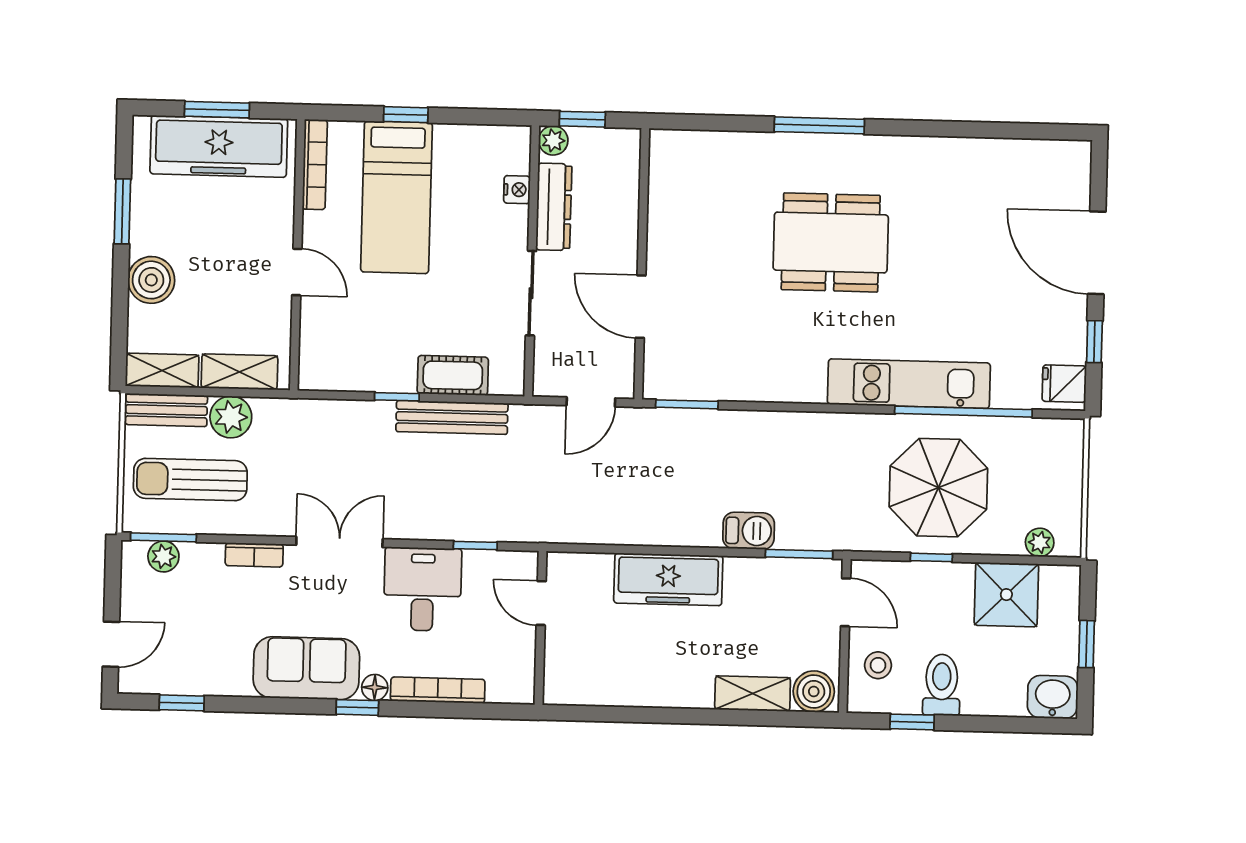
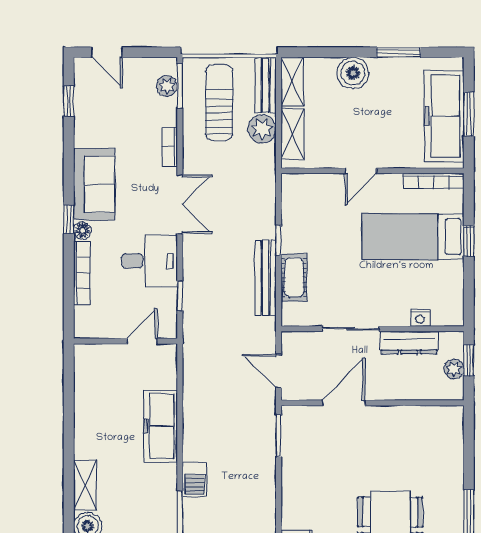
plant: (553, 140) -> (454, 369), moved

